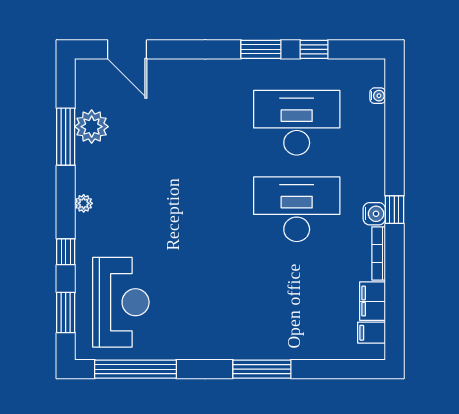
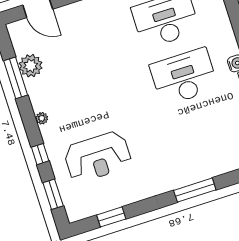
reception desk: (121, 302) -> (98, 157), moved, turned 90
window: (136, 369) -> (111, 217), width x0.47

